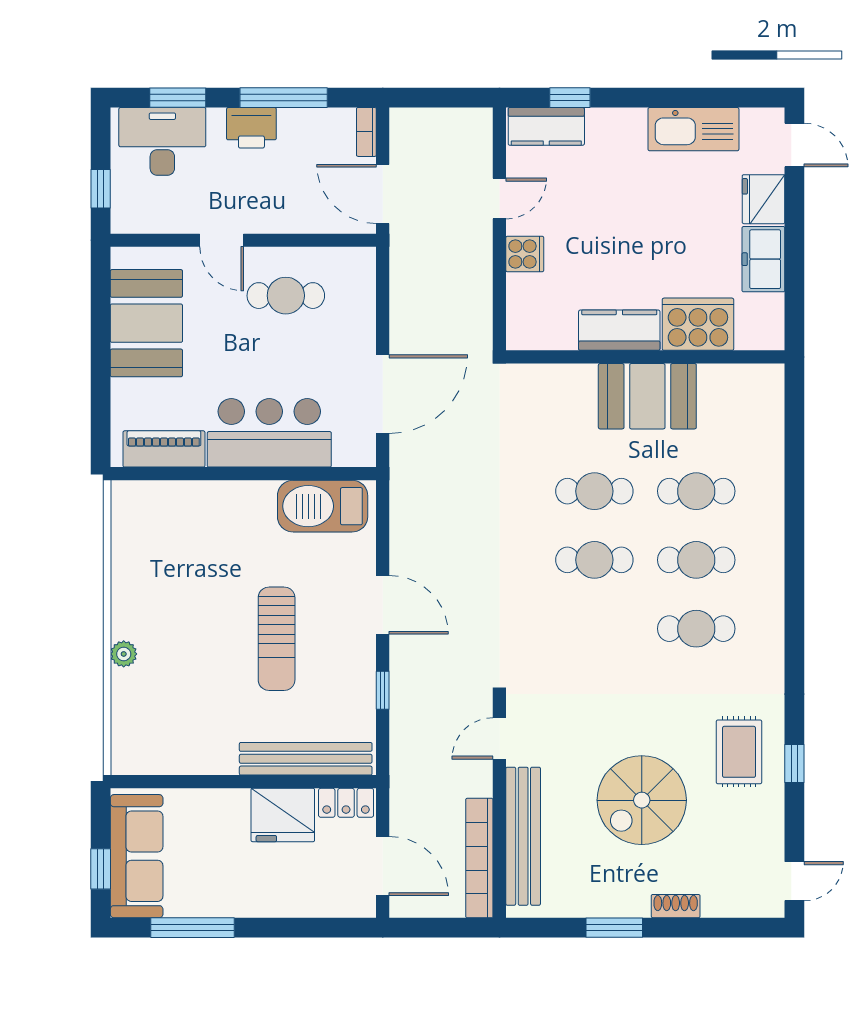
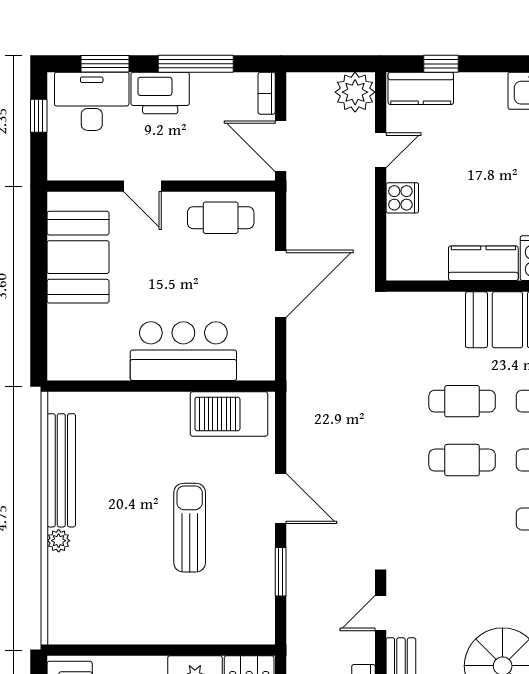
printer: (251, 128) -> (160, 93), width x1.37, depth x1.19
plant: (470, 131) -> (355, 92), added
window: (101, 189) -> (39, 116), moved
cafe table: (286, 296) -> (221, 218), moved
door: (383, 394) -> (281, 284), moved
piano: (164, 449) -> (93, 365), removed
sun lounger: (277, 639) -> (190, 528), turned 180
window: (383, 690) -> (281, 572), width x1.50
bench: (306, 759) -> (61, 470), moved, turned 90

